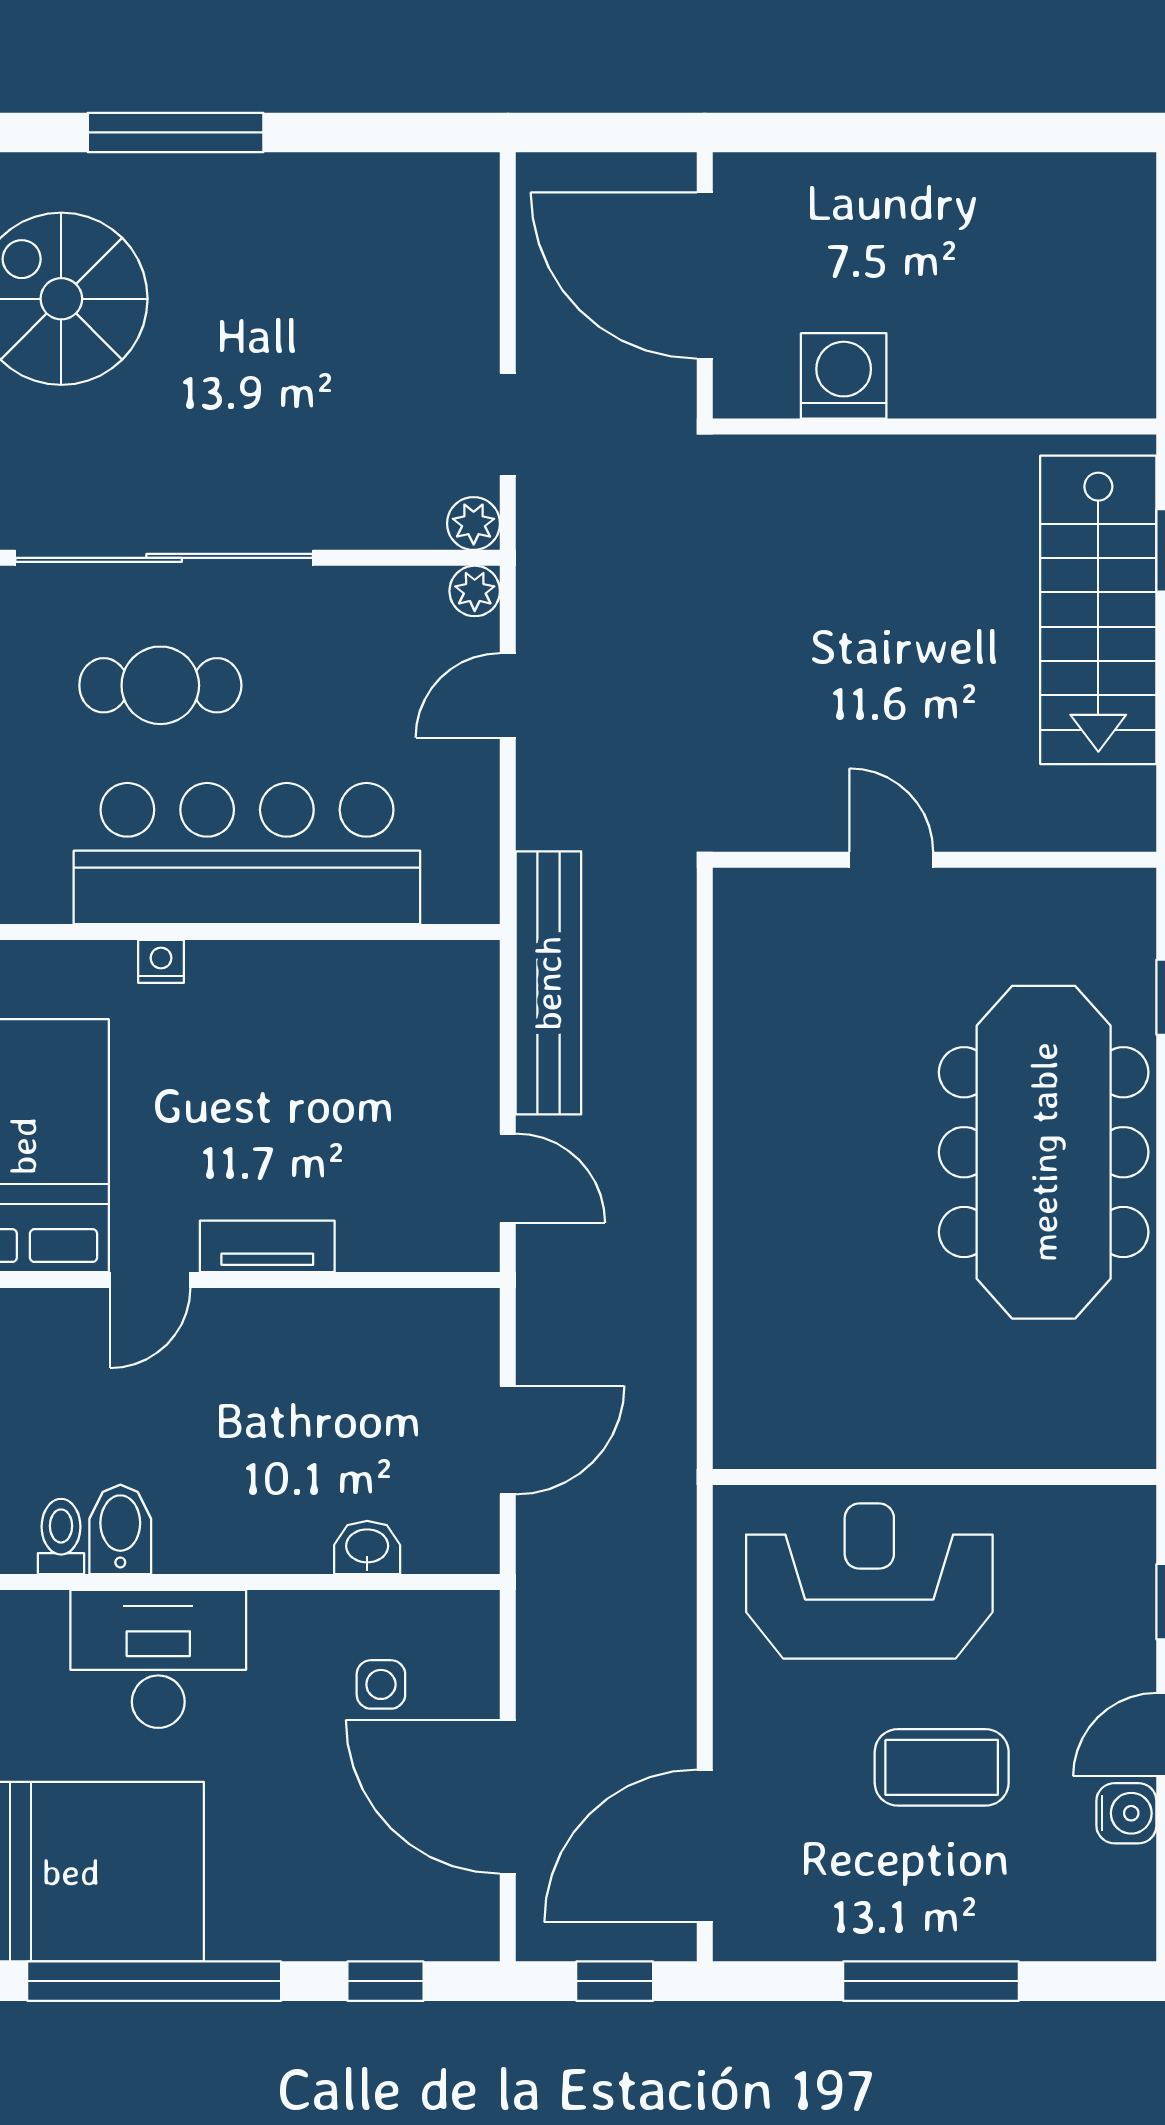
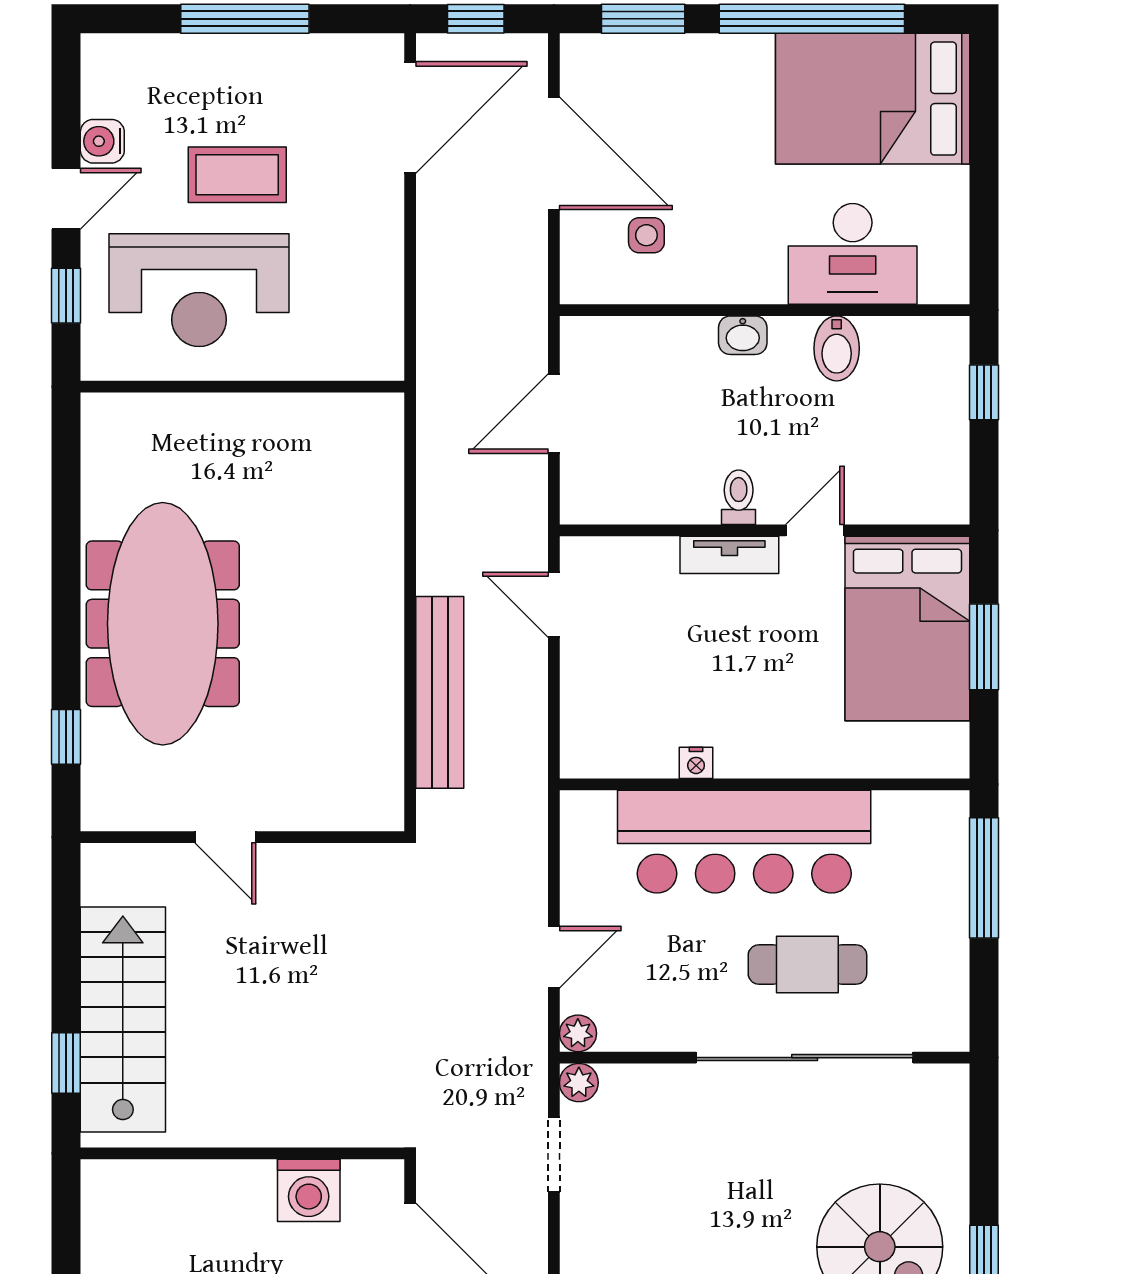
door: (891, 860) -> (225, 837), moved
nightstand: (161, 961) -> (696, 763), moved
bench: (548, 983) -> (440, 692), moved
toilet: (61, 1536) -> (739, 497), moved, turned 180
washbasin: (367, 1547) -> (743, 335), moved
reception desk: (869, 1581) -> (199, 290), moved
desk: (158, 1659) -> (853, 254), moved
window: (385, 1981) -> (643, 19), width x1.50

